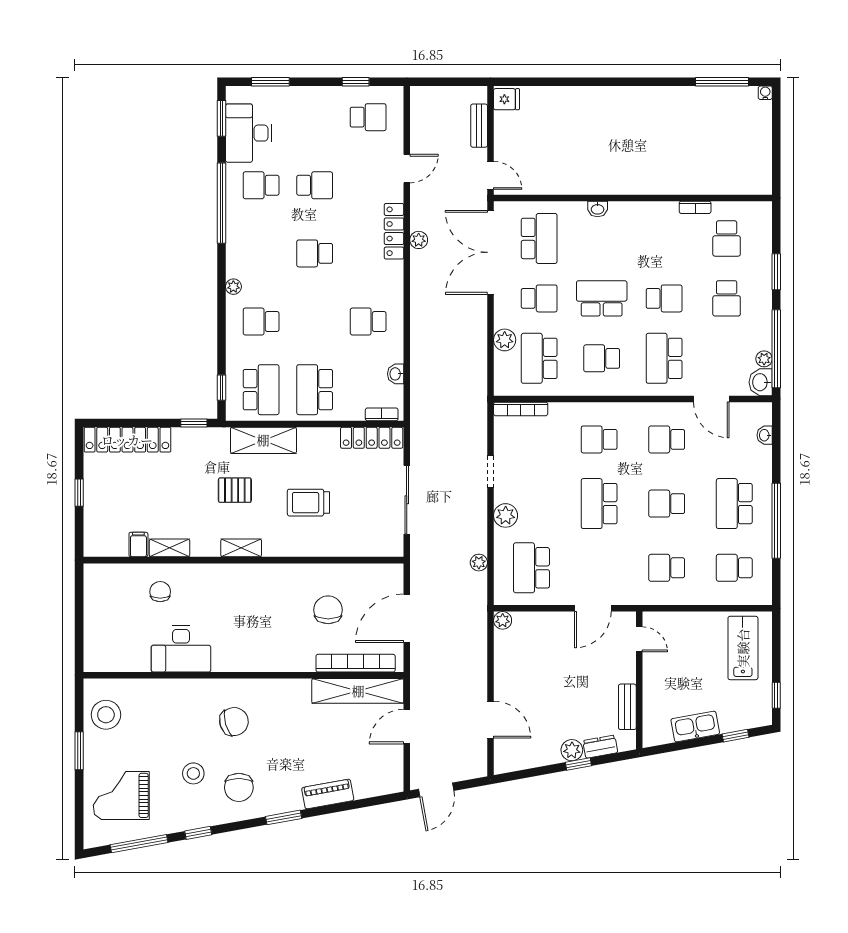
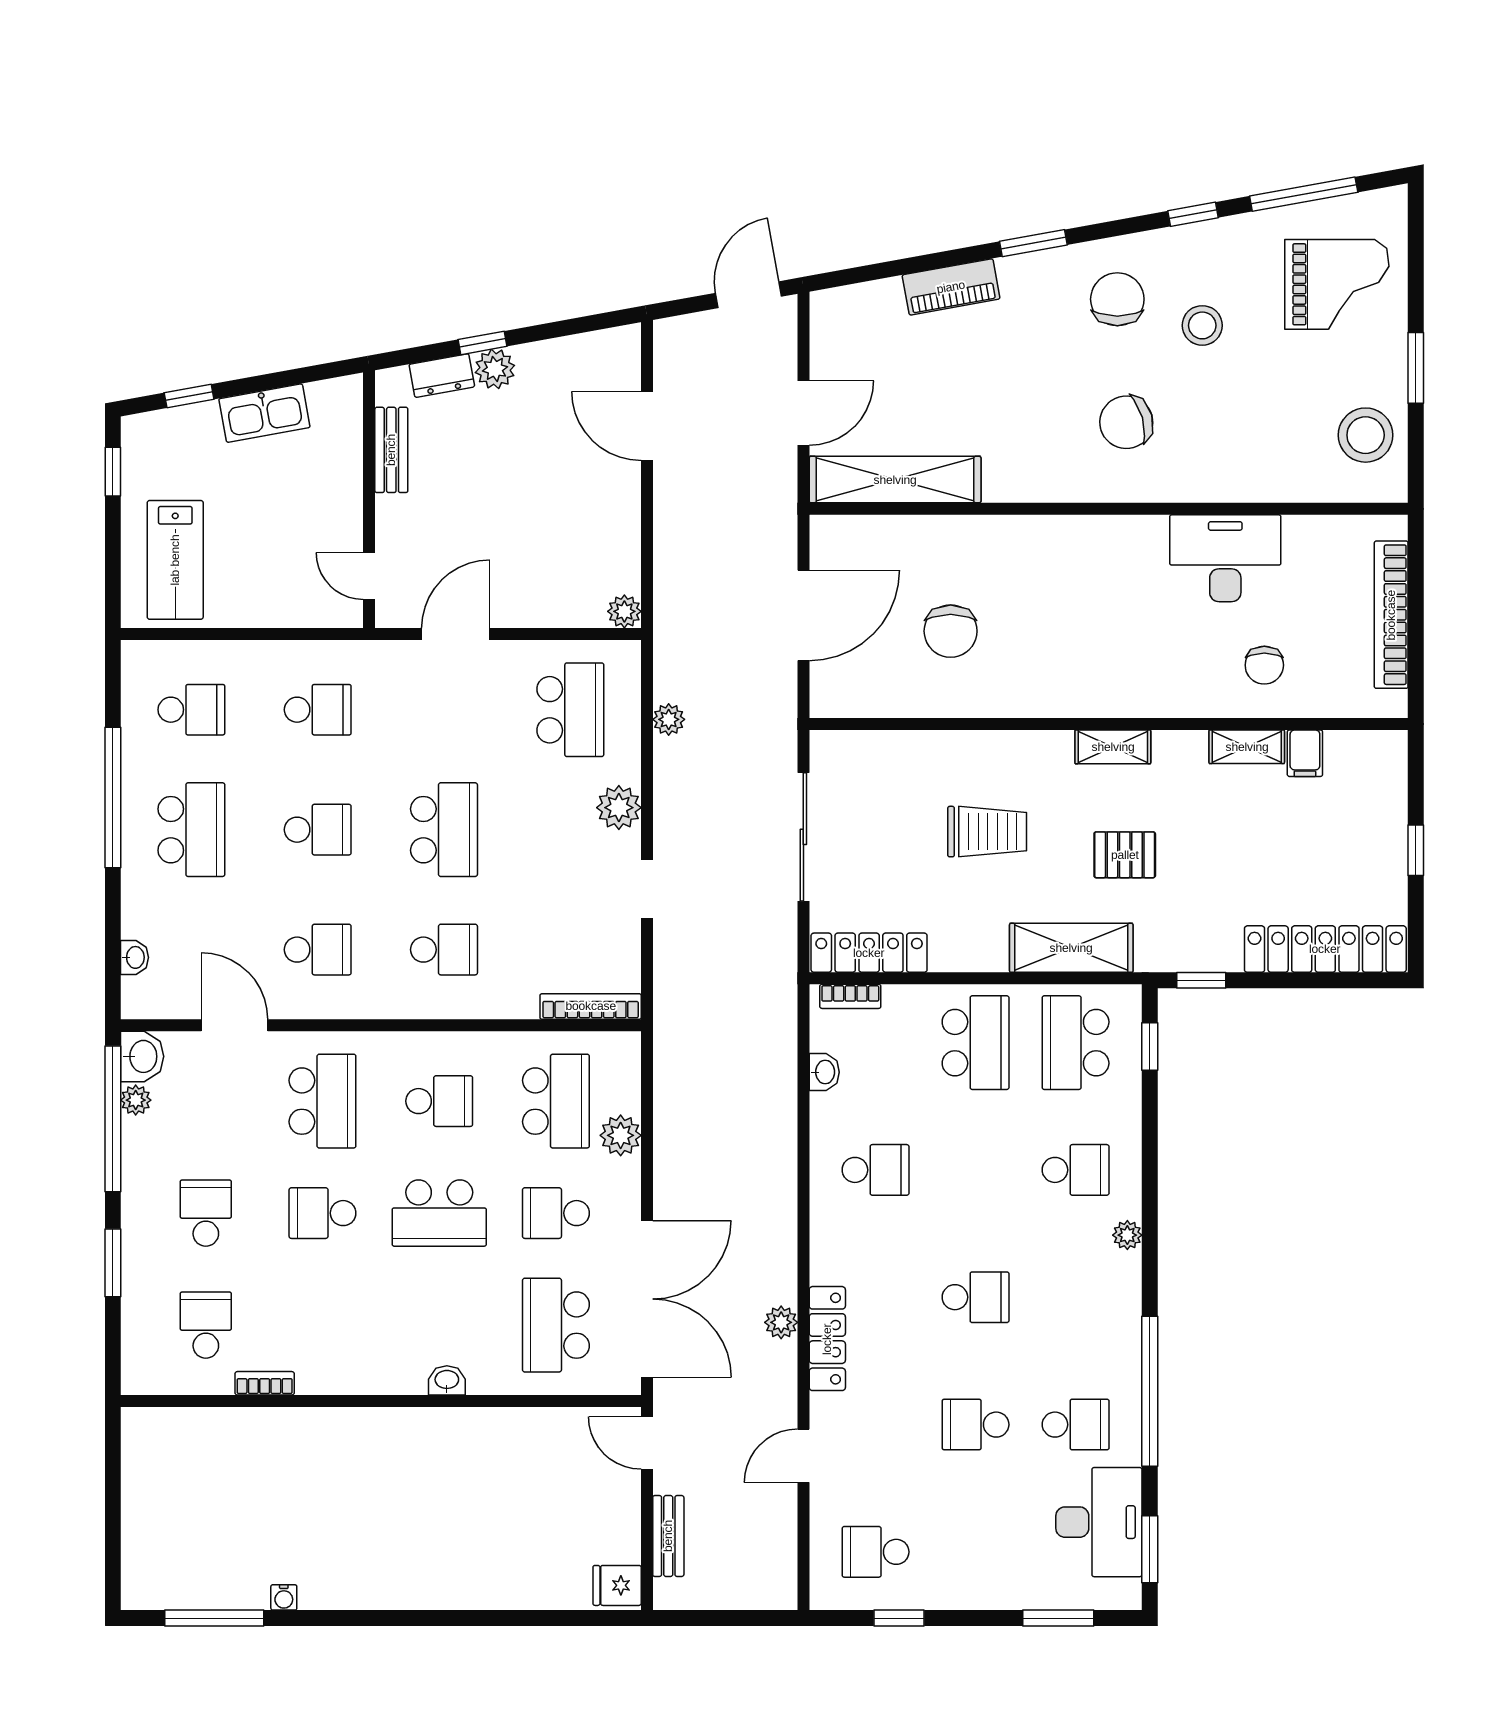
water cooler: (765, 93) -> (284, 1597), moved
bookcase: (356, 663) -> (1391, 615), moved, turned 90

